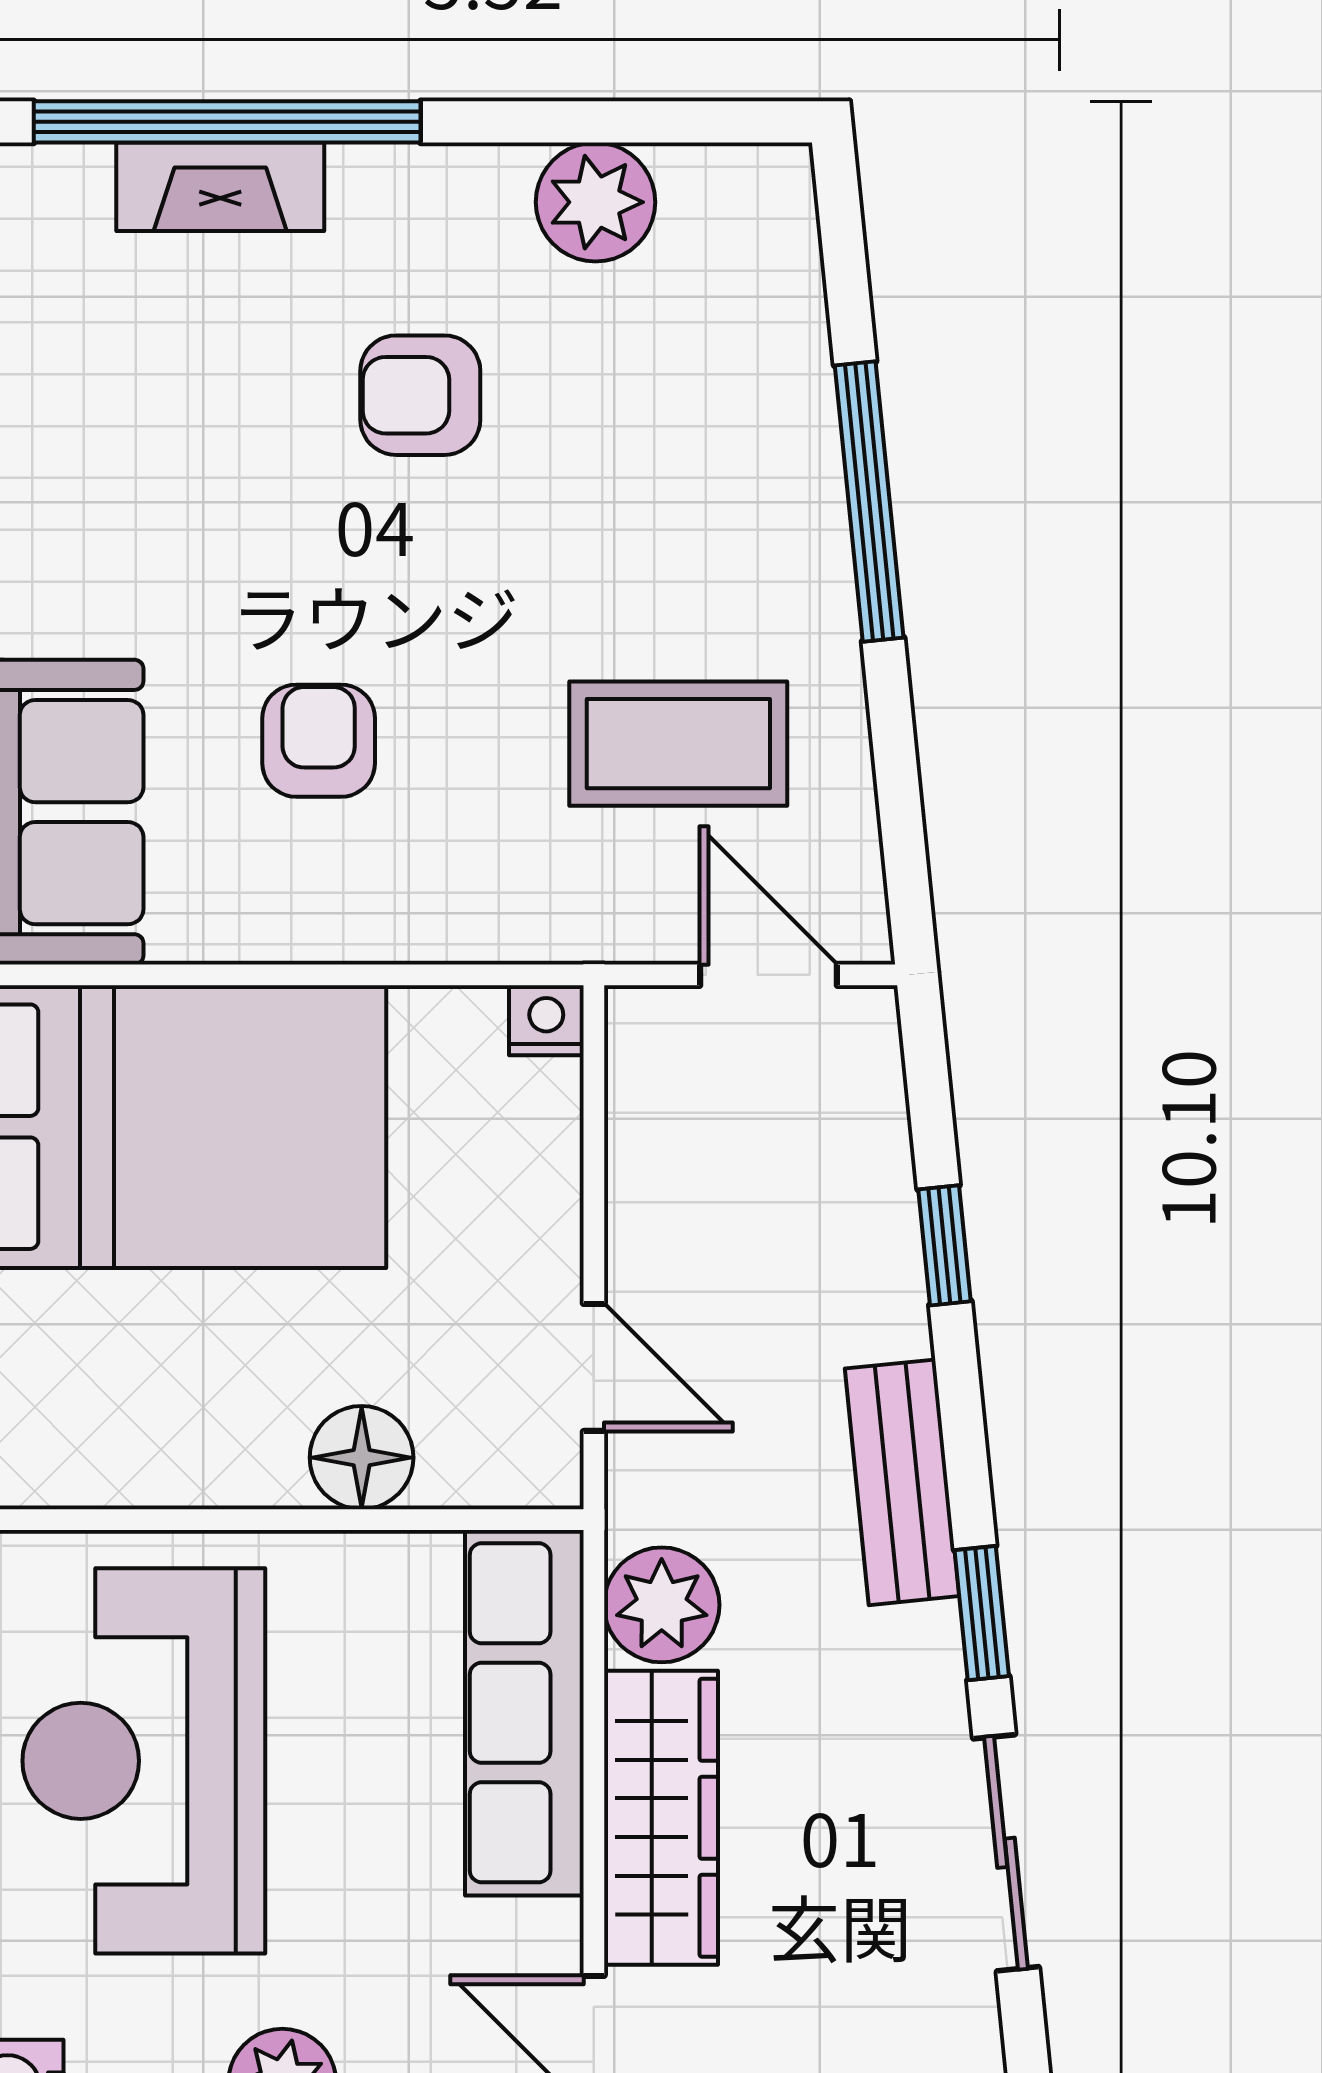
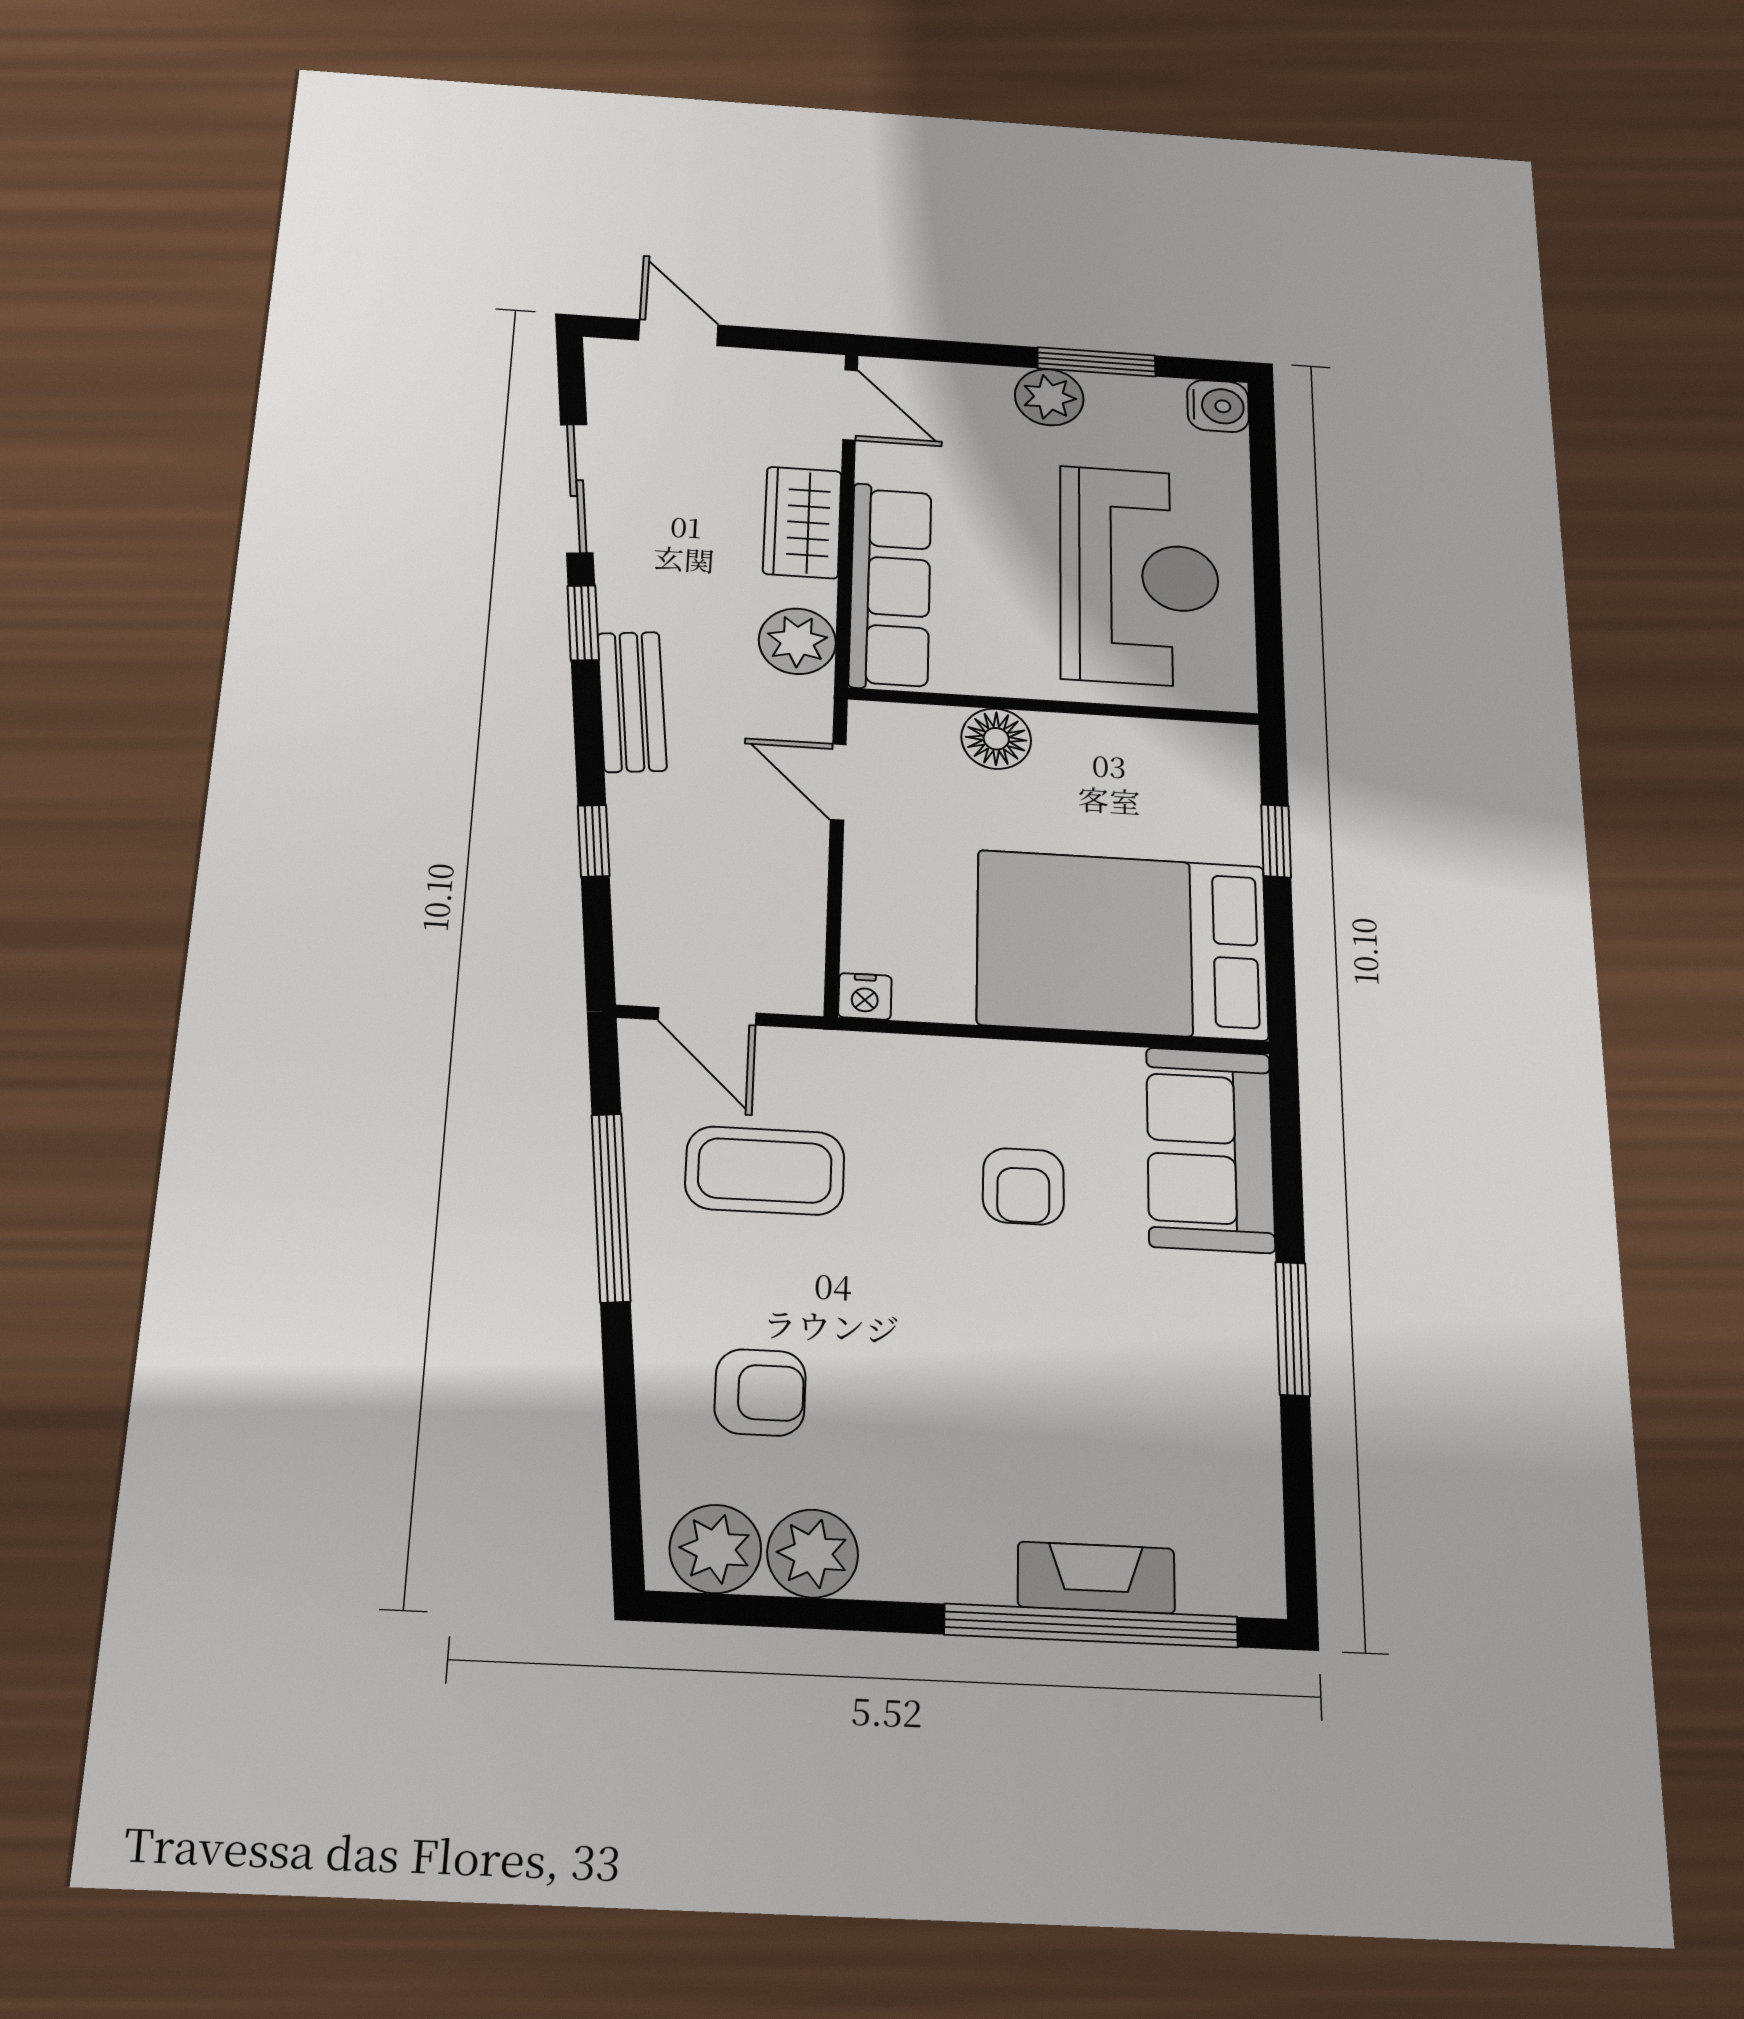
plant: (723, 202) -> (715, 1549), added
armchair: (420, 395) -> (760, 1392), moved
window: (869, 502) -> (611, 1207), moved
wardrobe: (661, 1818) -> (802, 522), width x0.67

